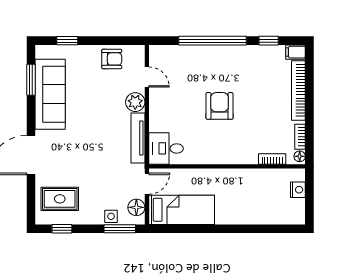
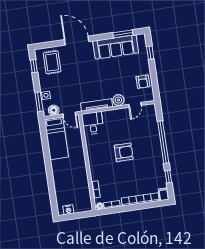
nightstand: (298, 190) -> (68, 210), moved

